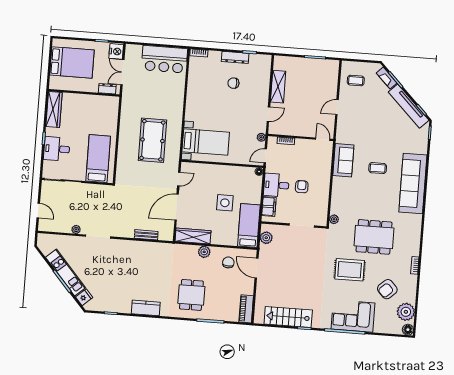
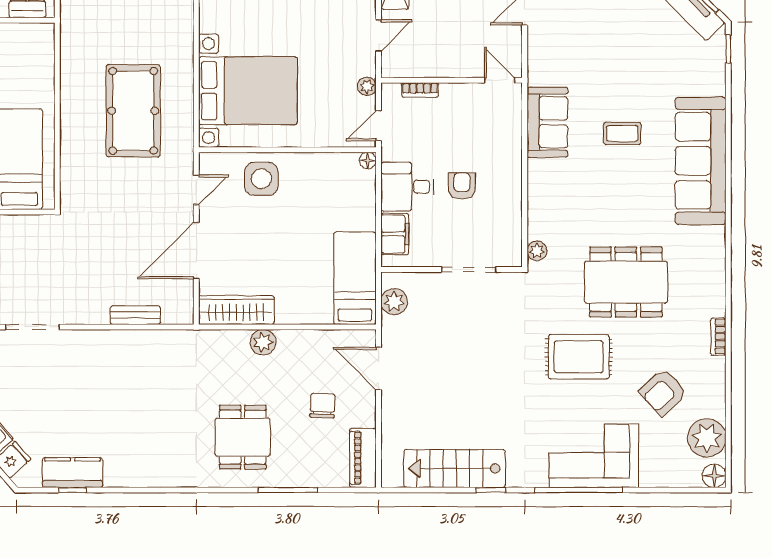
bed with nightstands: (206, 142) -> (248, 91), width x1.36
side table: (225, 203) -> (261, 179), moved
chair: (228, 262) -> (323, 406), moved
kitchen counter: (146, 308) -> (72, 473), moved

